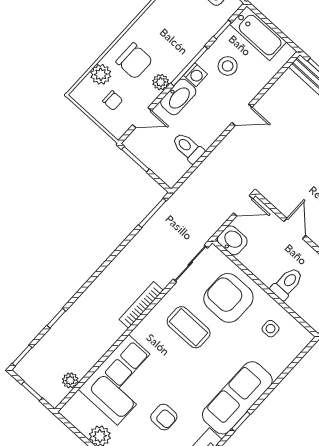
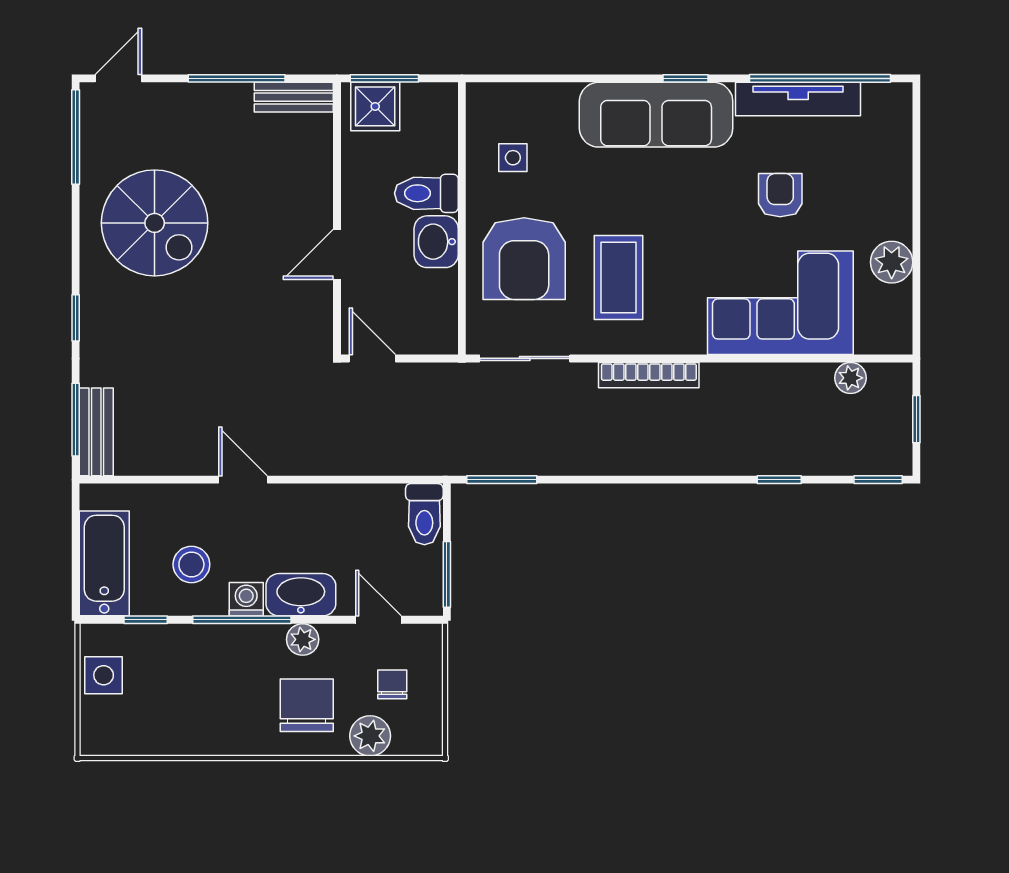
toilet: (188, 148) -> (424, 514), moved
washbasin: (232, 240) -> (436, 242), moved

